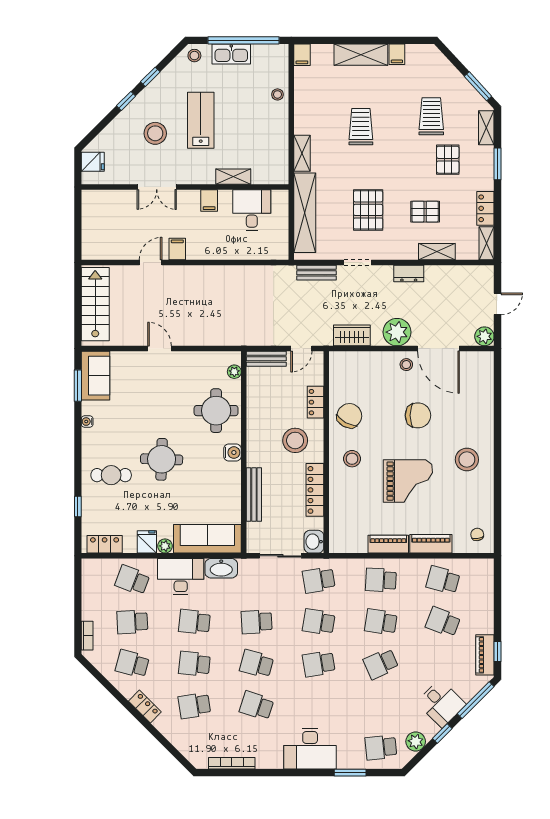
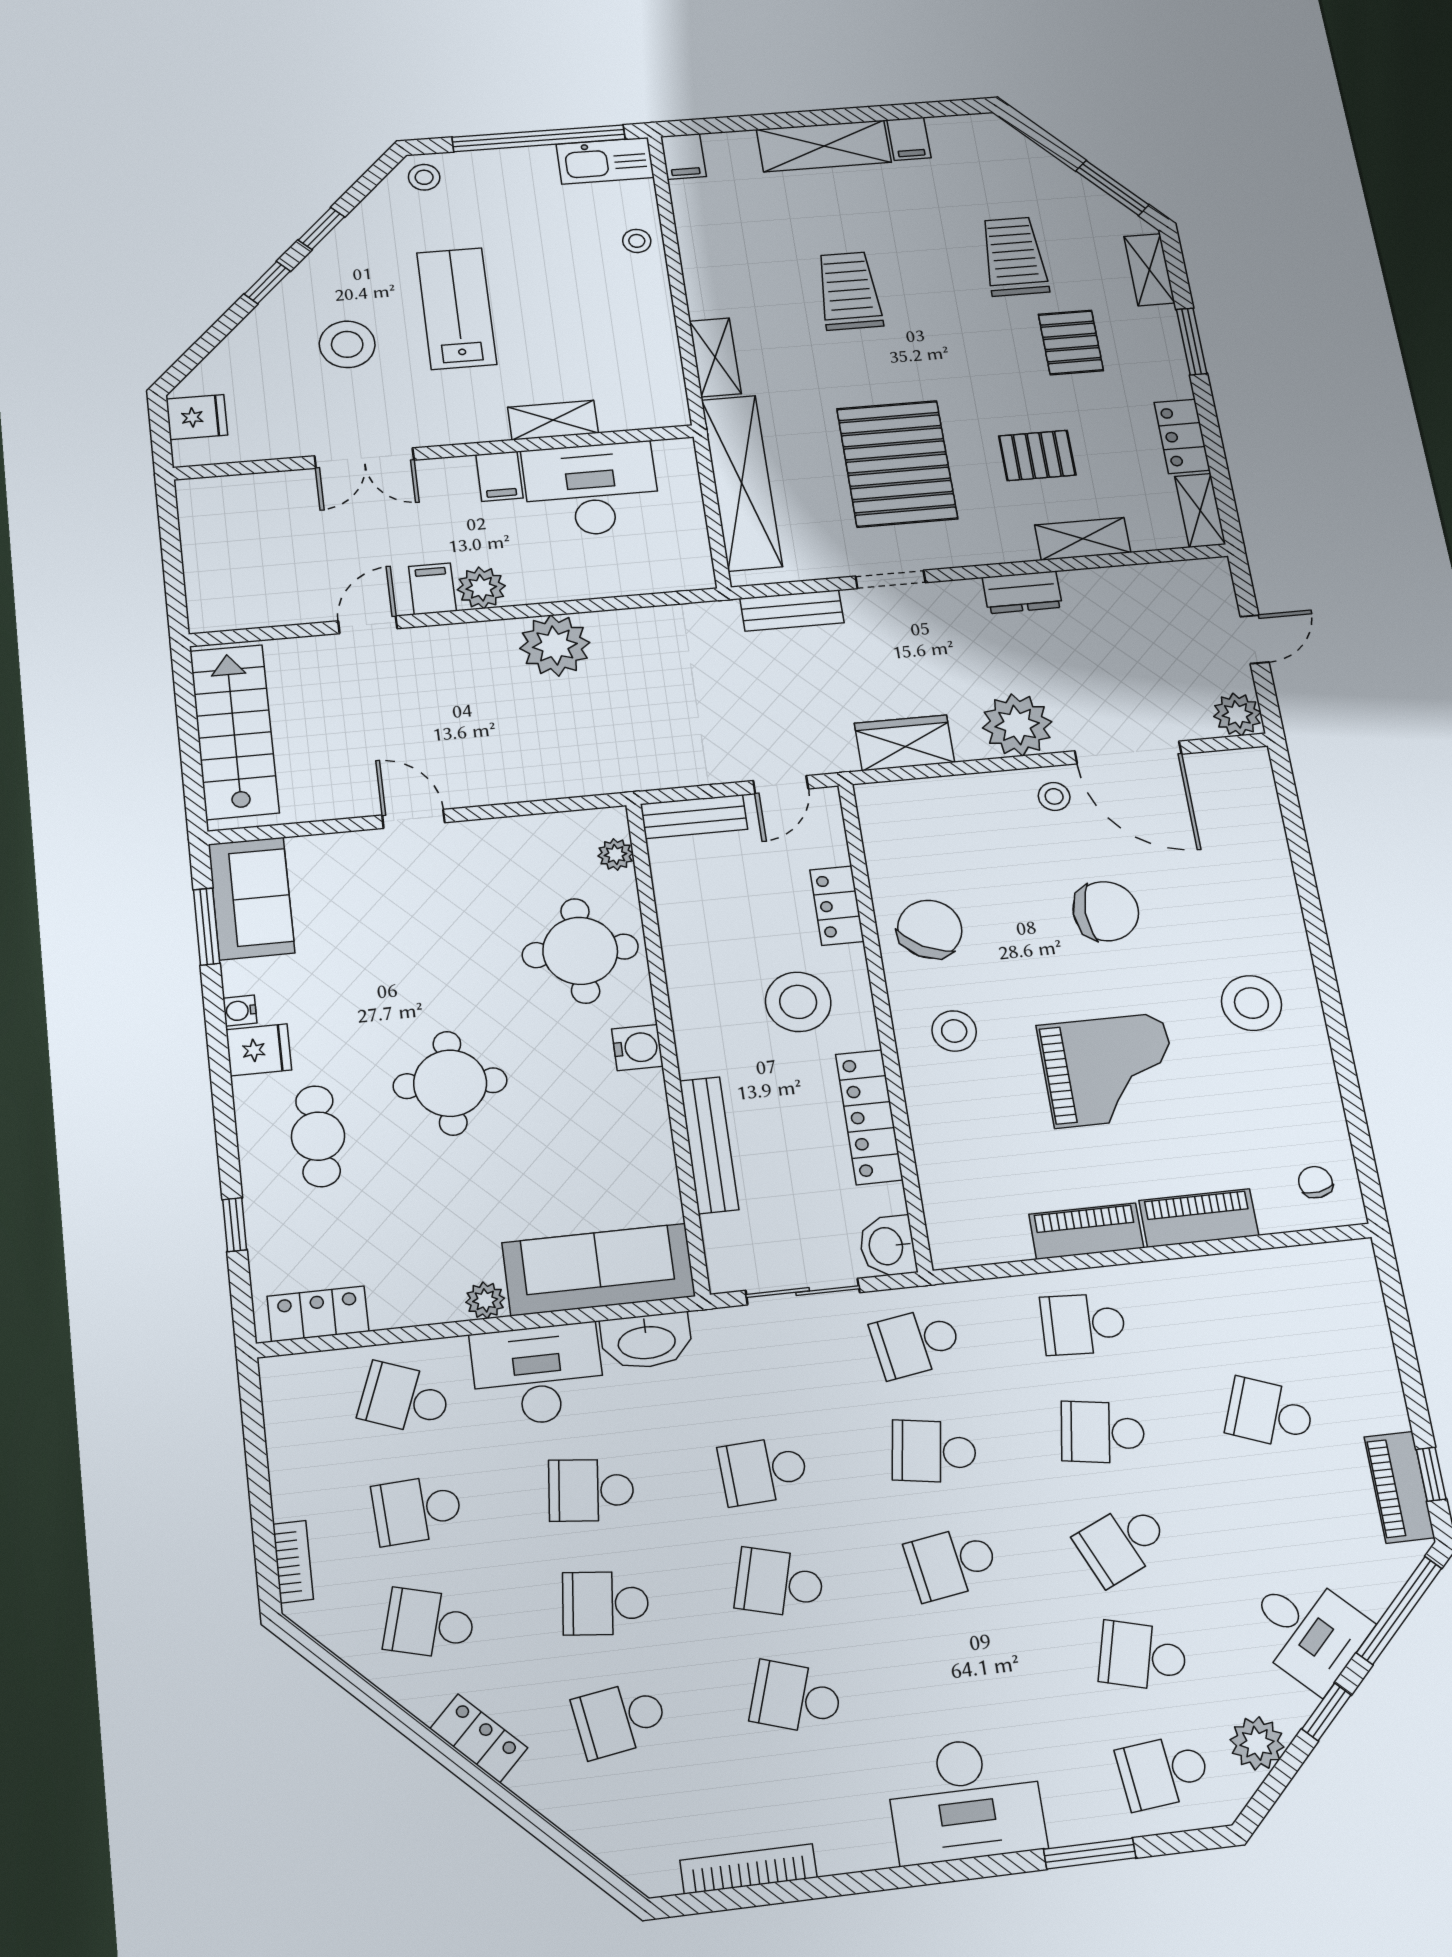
kitchen sink: (231, 54) -> (605, 161), moved
desk: (252, 210) -> (591, 489), width x1.37
pallet: (368, 210) -> (897, 464), width x1.37, depth x1.41
plant: (196, 250) -> (481, 588), added
plant: (222, 279) -> (555, 645), added
cafe table: (111, 475) -> (318, 1136), turned 90
fridge: (147, 542) -> (259, 1050), moved, turned 90
school desk: (443, 580) -> (1143, 1656), moved

